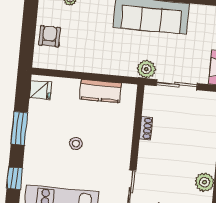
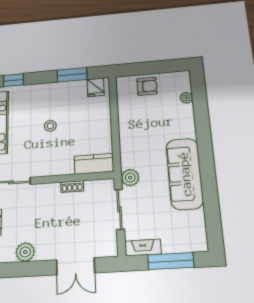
kitchen counter: (101, 91) -> (94, 164), moved, turned 90
window: (19, 128) -> (72, 75), moved

